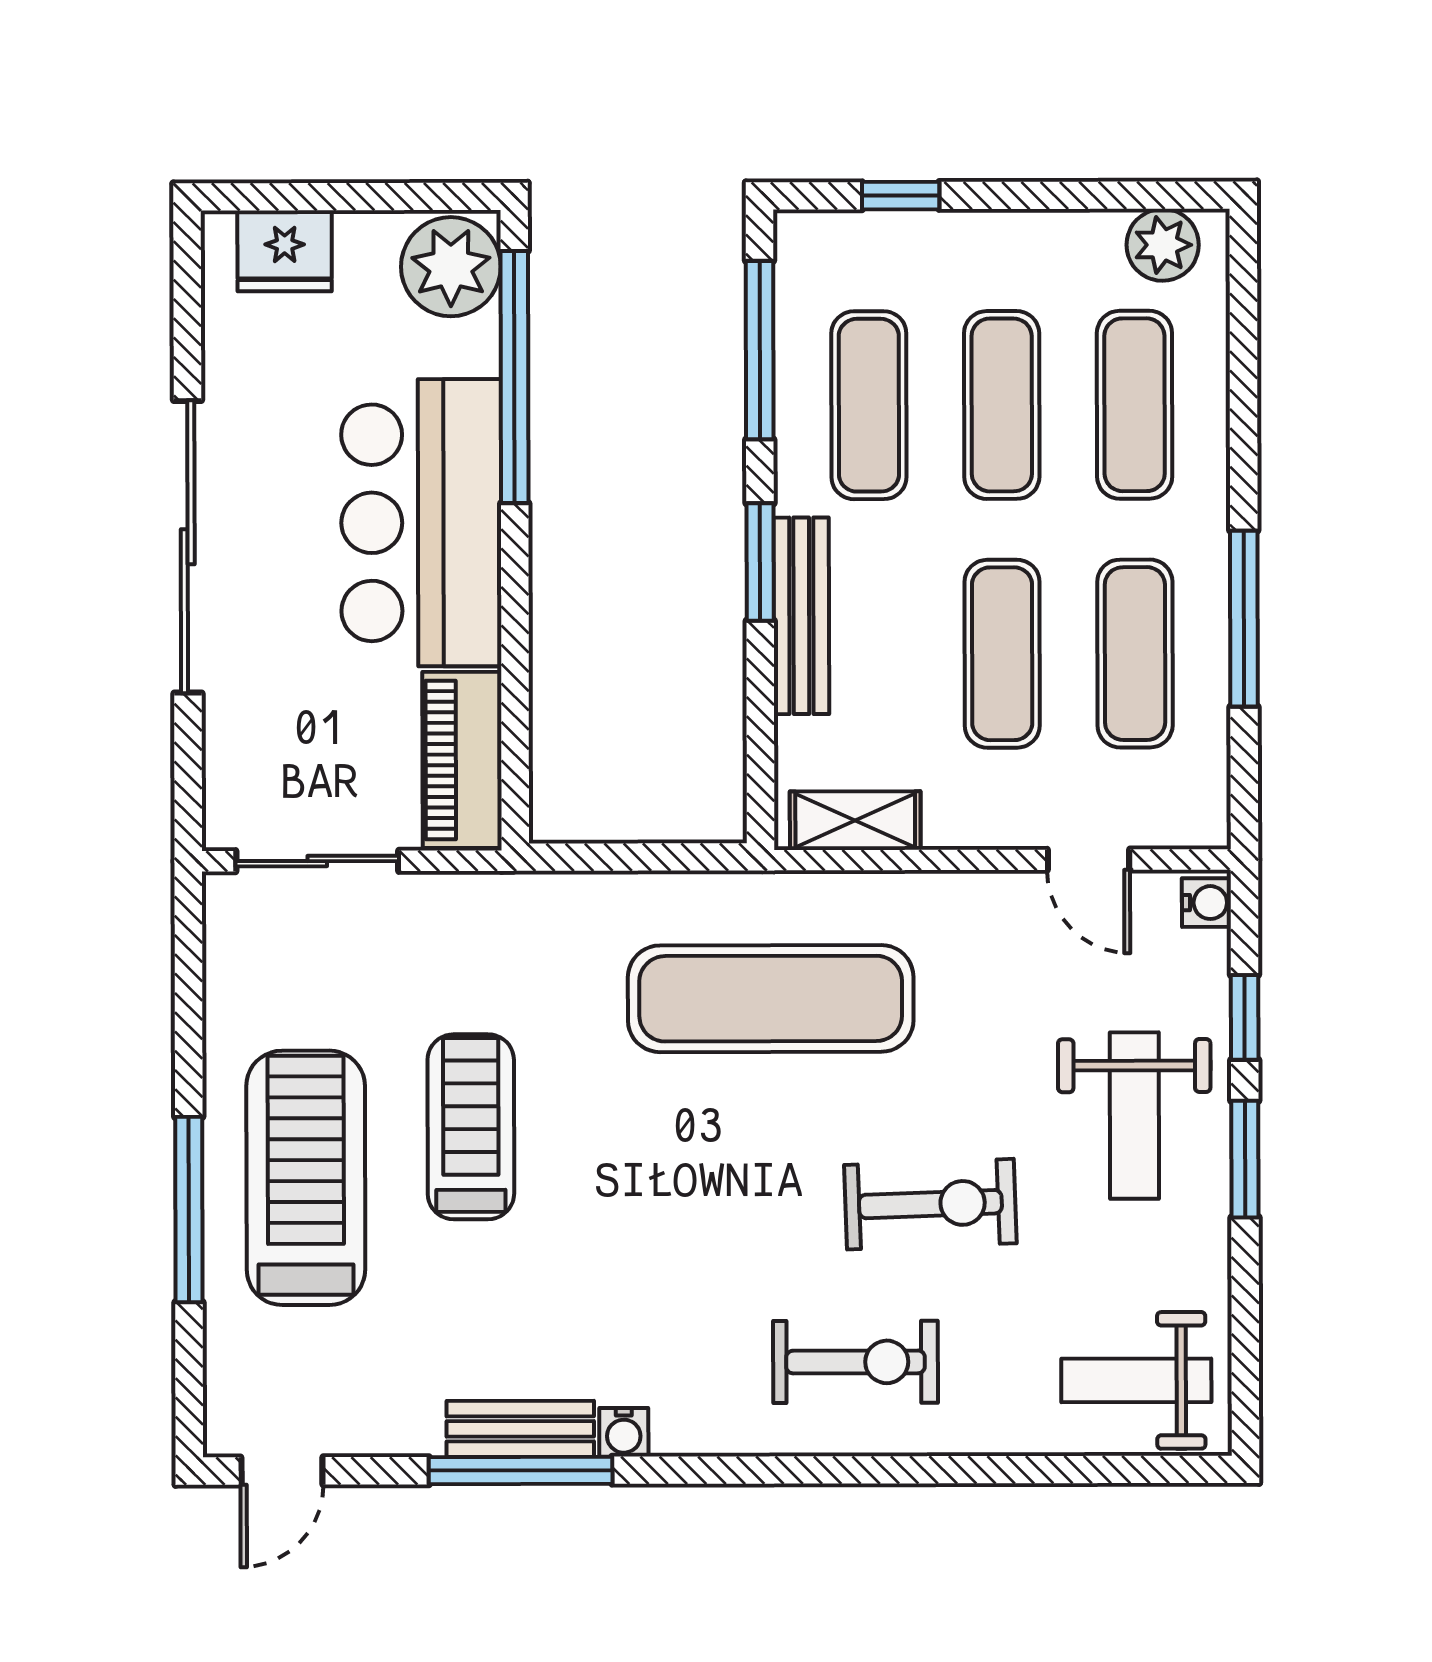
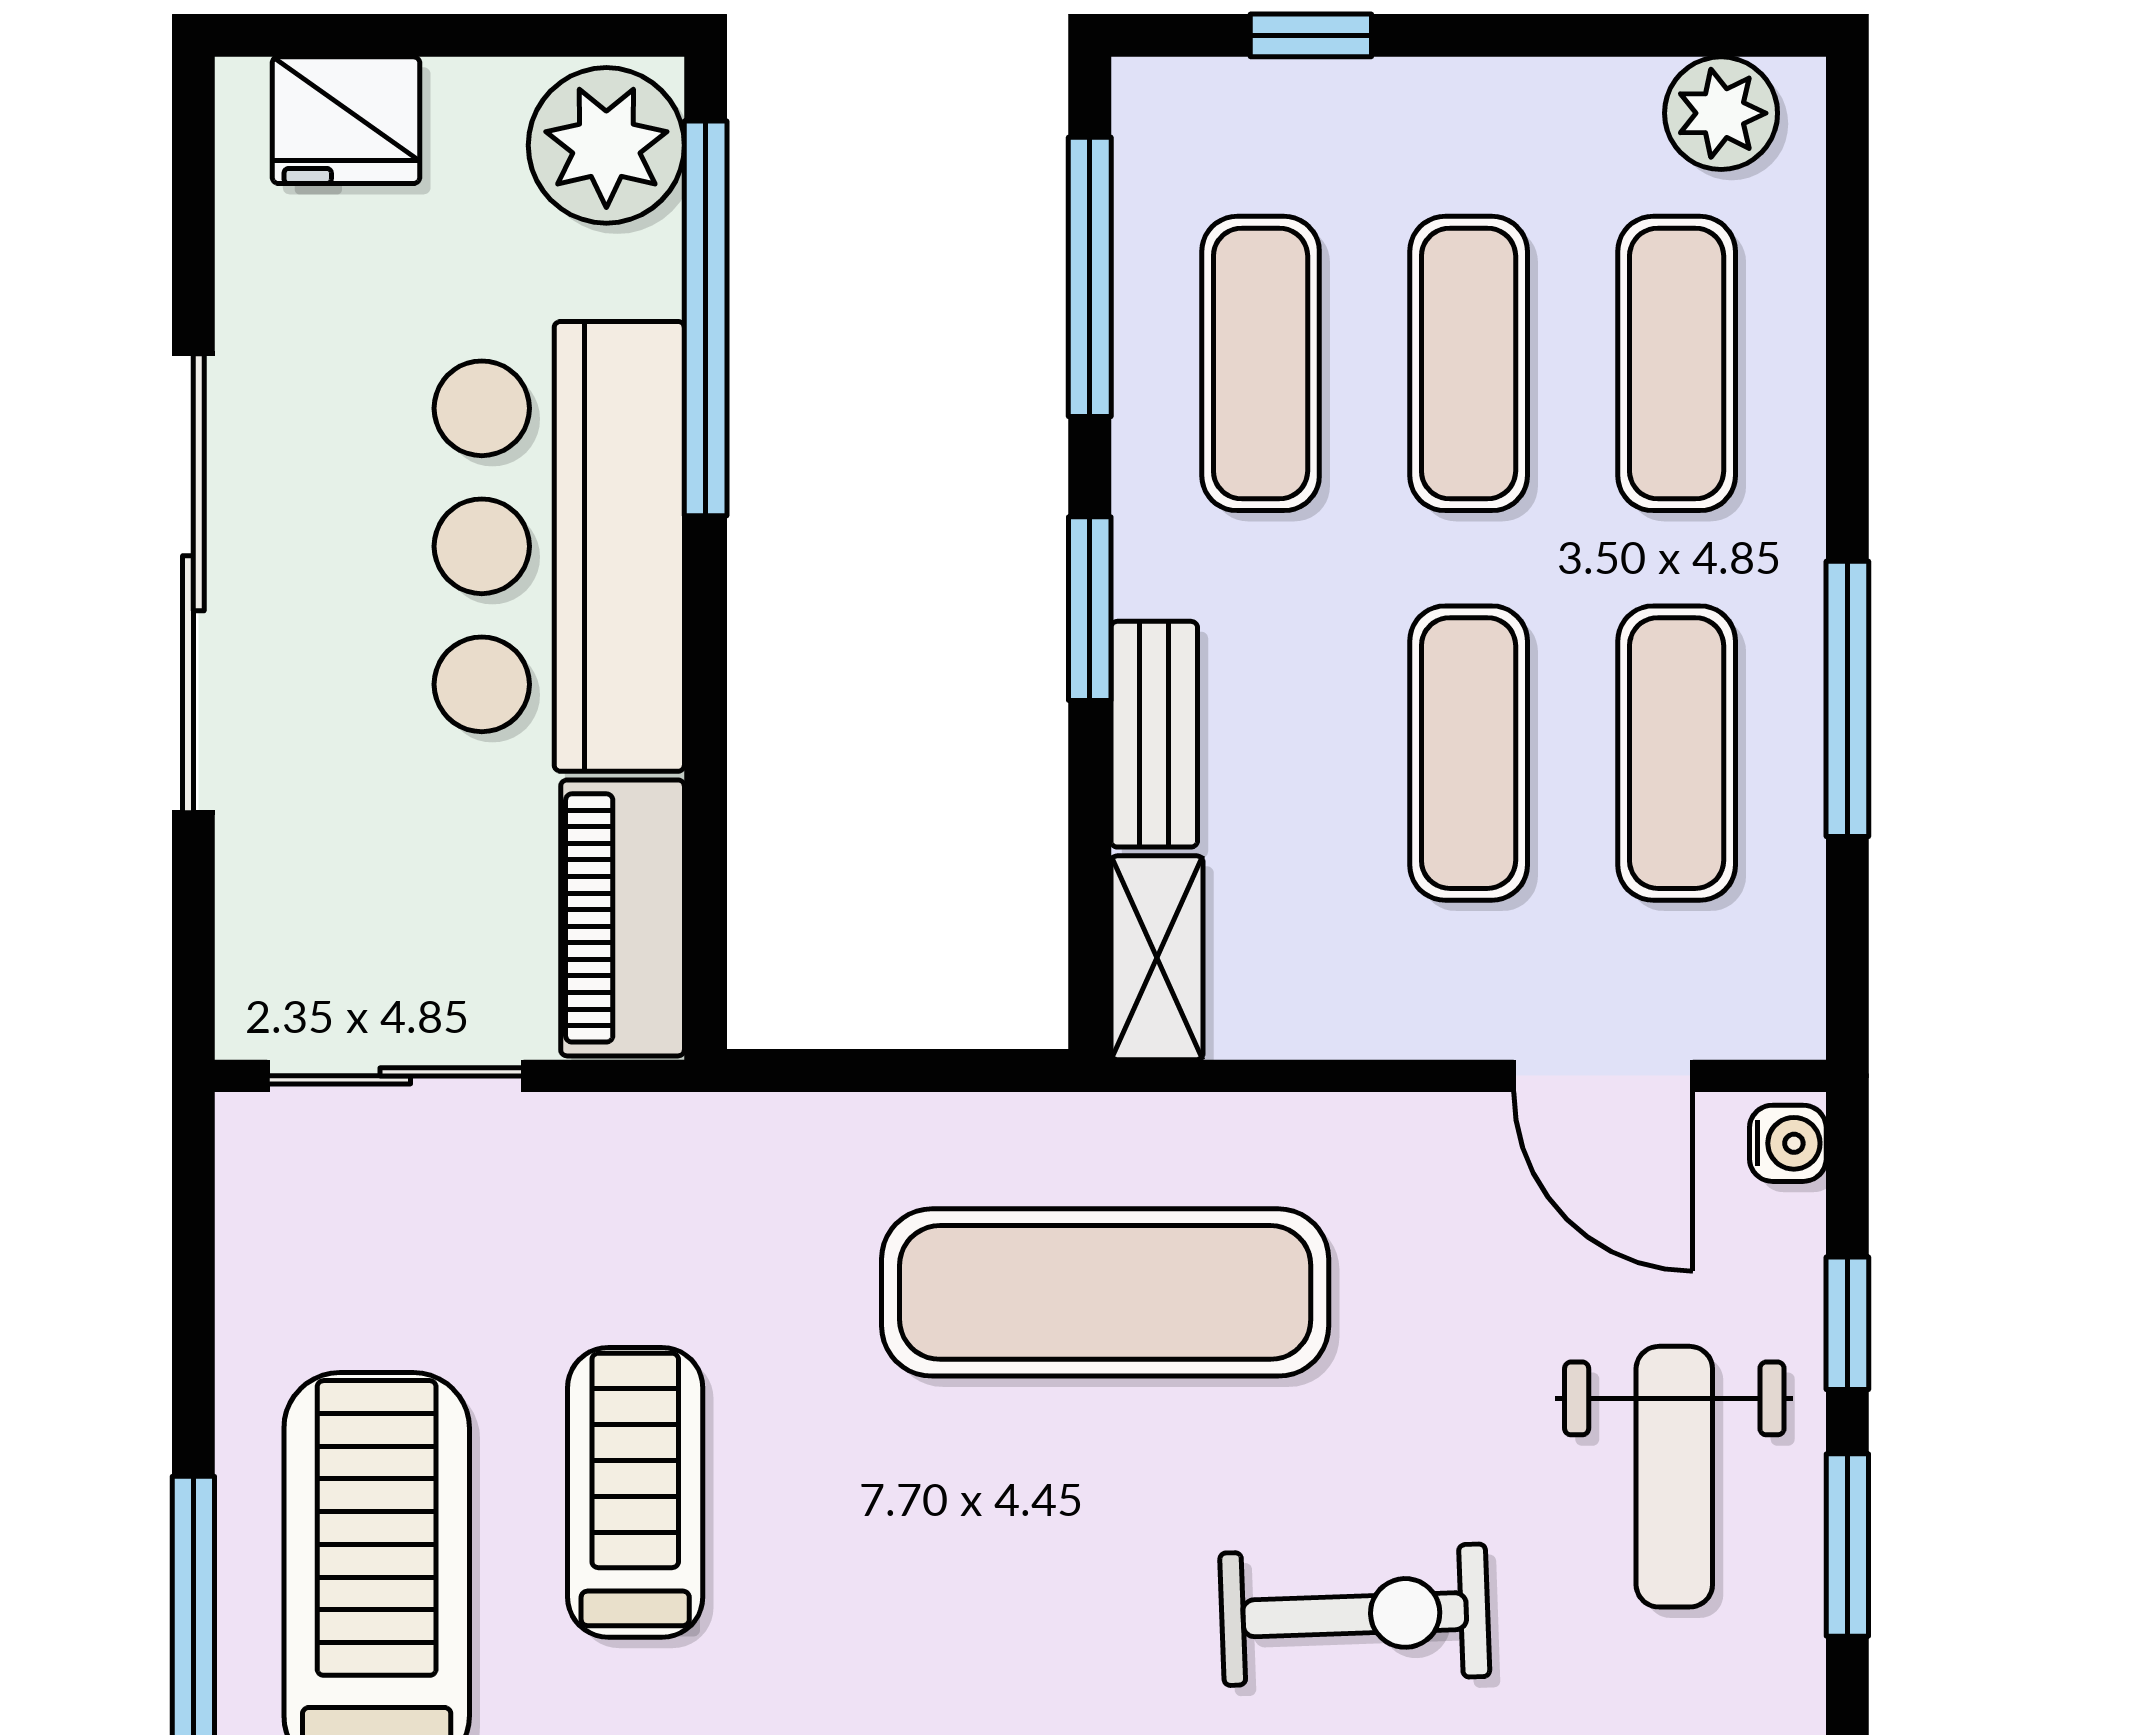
bench: (801, 616) -> (1154, 734), width x0.73
shelving: (855, 821) -> (1157, 958), moved, turned 90
door: (1089, 860) -> (1603, 1076), width x1.38

